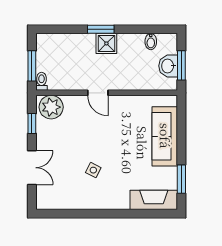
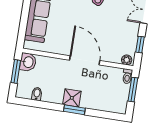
washbasin: (168, 66) -> (28, 62), moved
door: (98, 93) -> (85, 60), width x1.87
plant: (51, 107) -> (127, 60), width x0.53, depth x0.53

